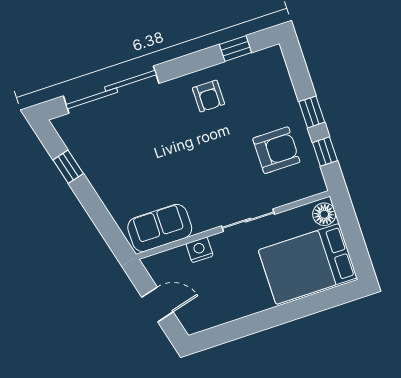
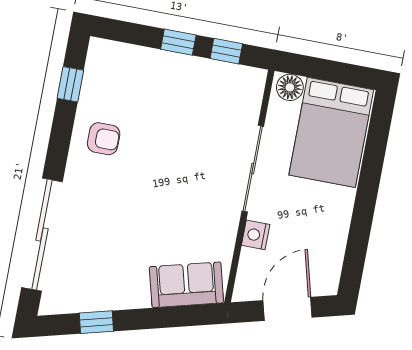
armchair: (276, 150) -> (197, 100), removed
sliding door: (248, 220) -> (253, 169), width x1.37
sofa: (160, 228) -> (186, 285), moved, turned 75
door: (157, 304) -> (288, 309), width x1.38

